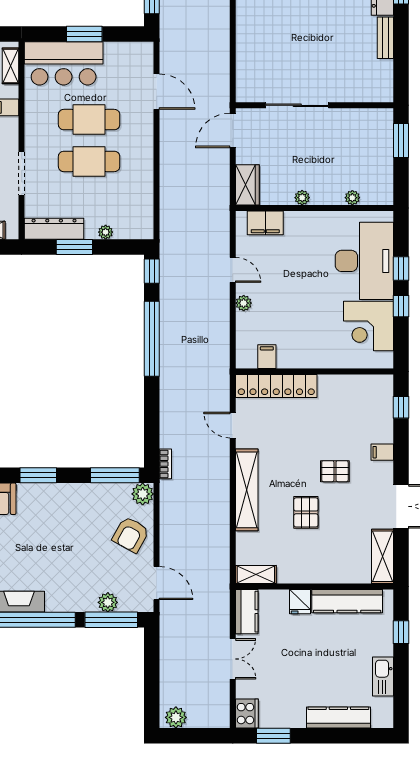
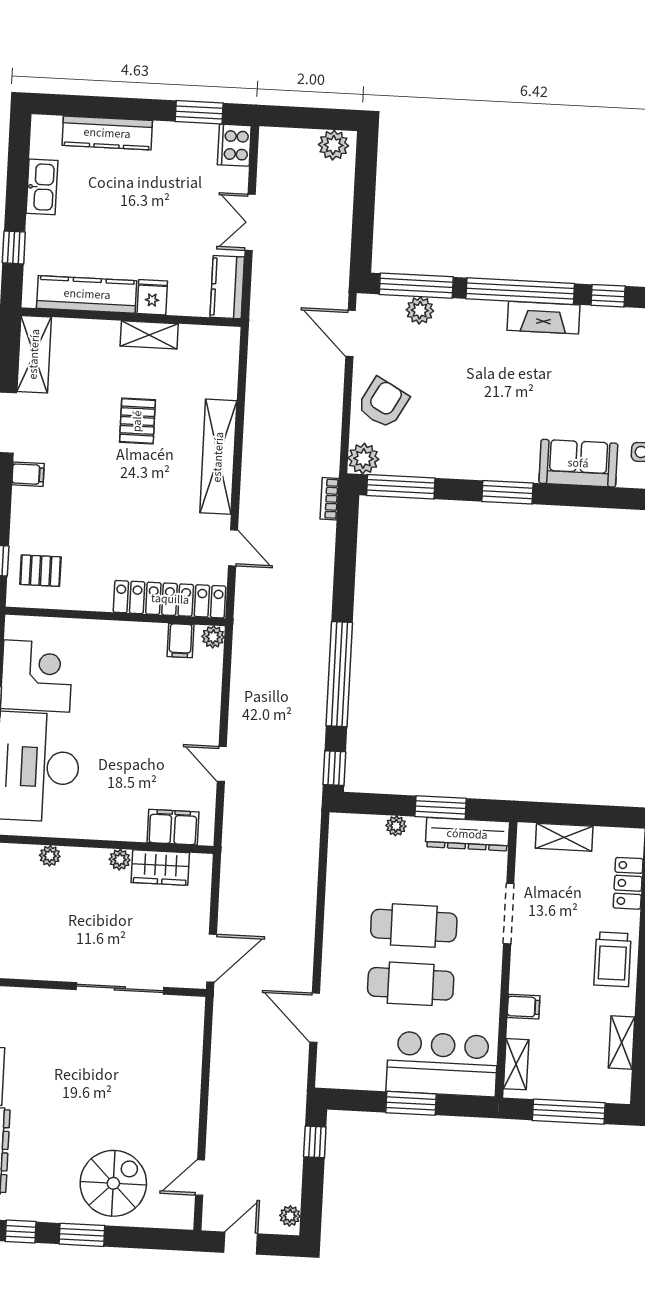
wardrobe: (247, 185) -> (160, 868), moved, turned -90
plant: (244, 303) -> (213, 637), moved
filing cabinet: (382, 452) -> (28, 474), moved
pallet: (335, 471) -> (40, 571), moved
shelving: (256, 575) -> (149, 335), moved

